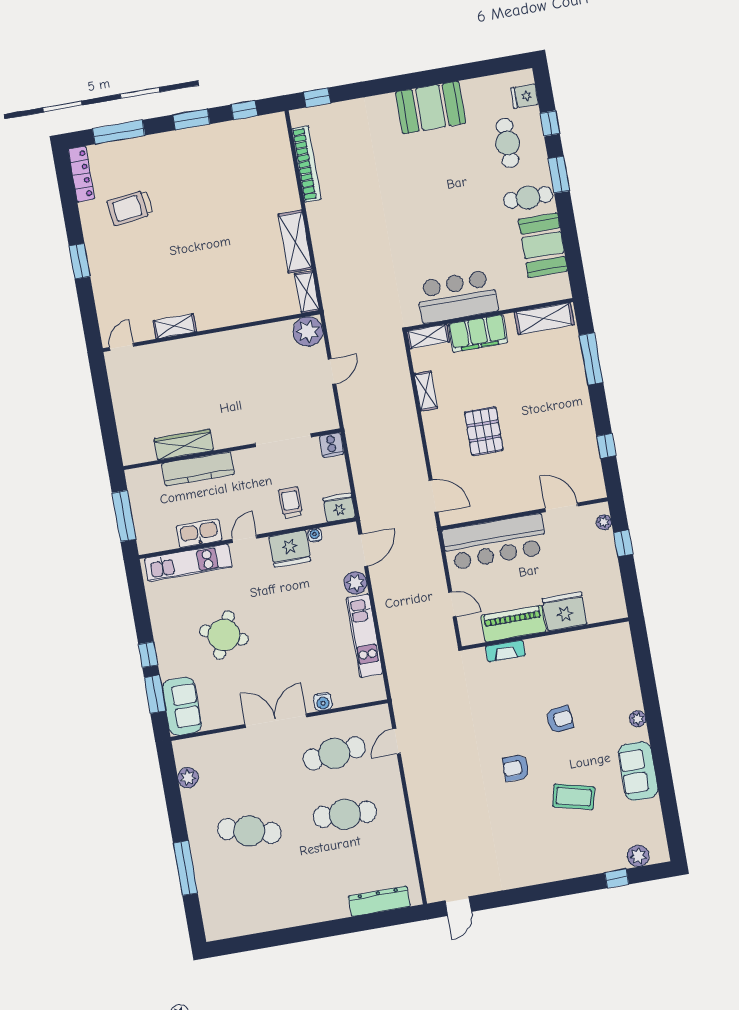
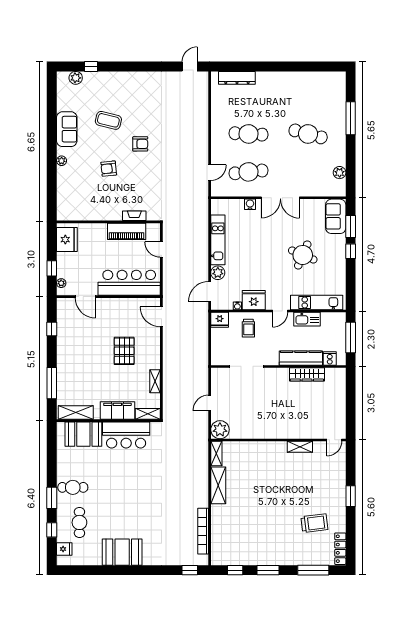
booth: (543, 245) -> (83, 434), moved, turned 90
cooker: (331, 445) -> (330, 358), moved
fridge: (564, 611) -> (67, 240), moved, turned -90

